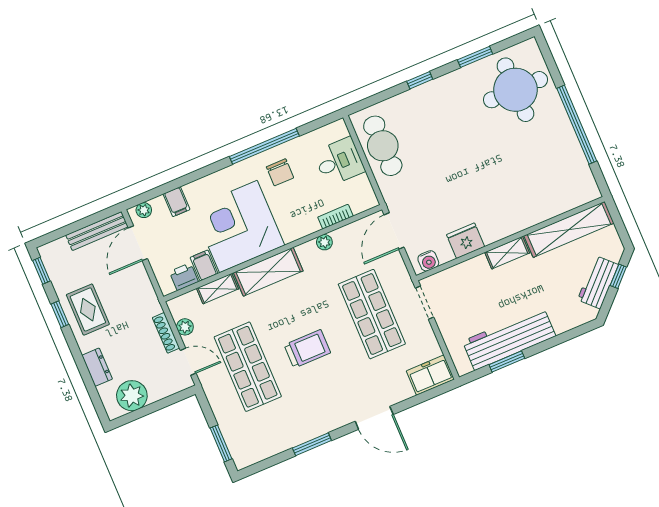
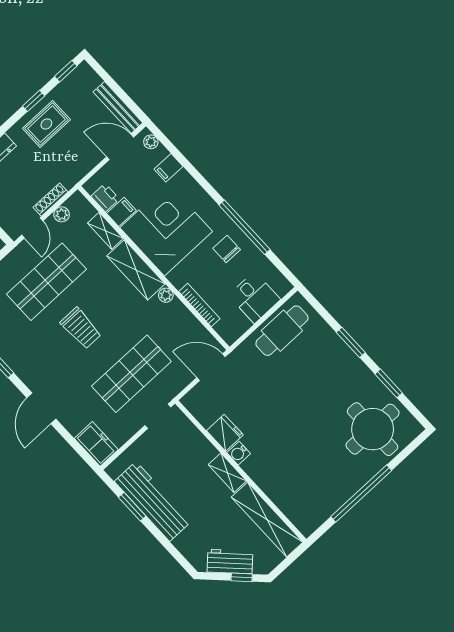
window: (420, 80) -> (351, 342), width x1.50
chair: (280, 172) -> (227, 249), turned 90
bookcase: (335, 217) -> (199, 305), width x1.56
plant: (324, 242) -> (166, 295), moved
water cooler: (428, 261) -> (239, 453), moved

